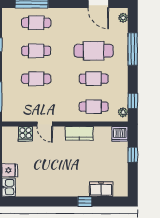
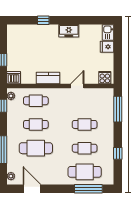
cafe table: (36, 23) -> (85, 172), width x1.37, depth x1.35
door: (45, 124) -> (77, 86), hinge flipped
cooker: (25, 134) -> (105, 78), moved
freezer: (101, 189) -> (69, 31), moved

